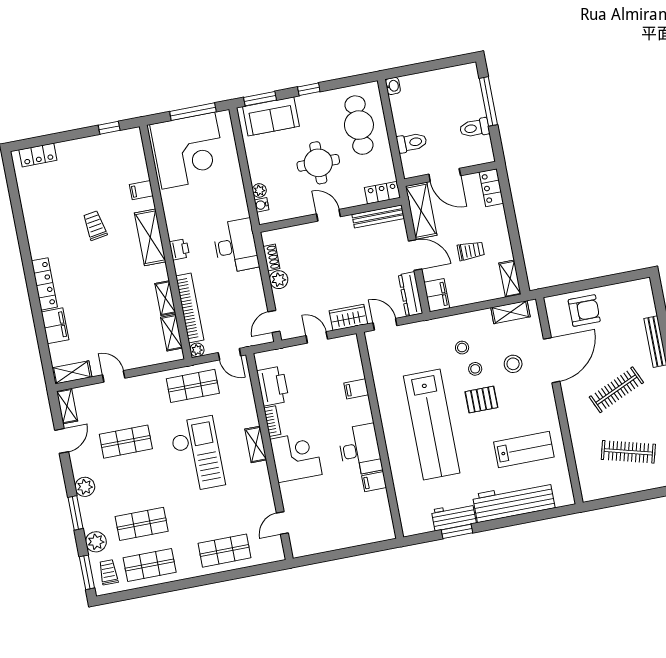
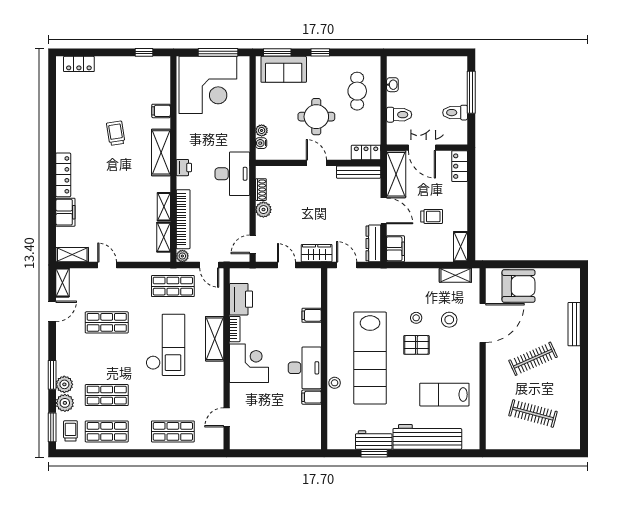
washbasin: (393, 86) -> (392, 85), moved
cafe table: (359, 125) -> (357, 91), width x0.73, depth x0.74
armchair: (584, 311) -> (519, 286), width x1.36, depth x1.36
stool: (462, 348) -> (335, 383), moved
shelving: (256, 444) -> (215, 339), width x1.50, depth x1.33
lab bench: (524, 450) -> (444, 395), turned 180
plant: (85, 487) -> (64, 384), moved

